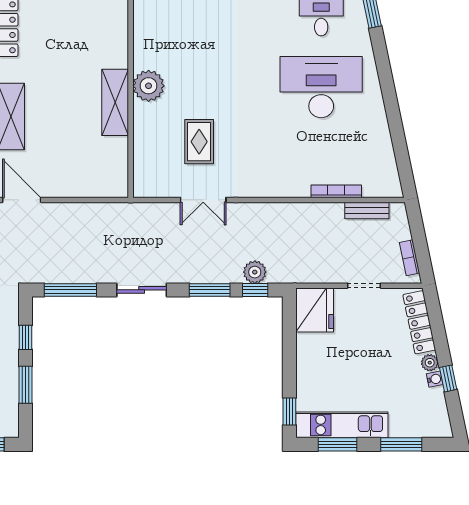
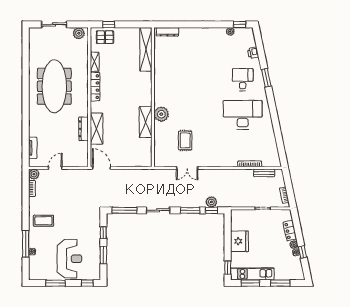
fridge: (315, 310) -> (240, 241), moved
locker: (419, 322) -> (290, 231), width x0.66

